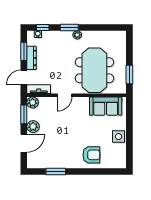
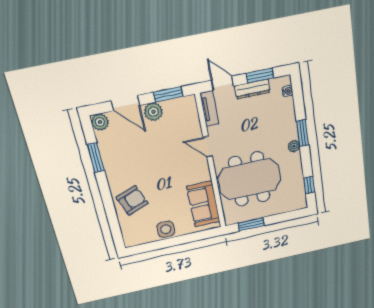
window: (43, 27) -> (309, 185), moved
plant: (33, 102) -> (100, 122), moved
armchair: (91, 155) -> (132, 200), turned -111

